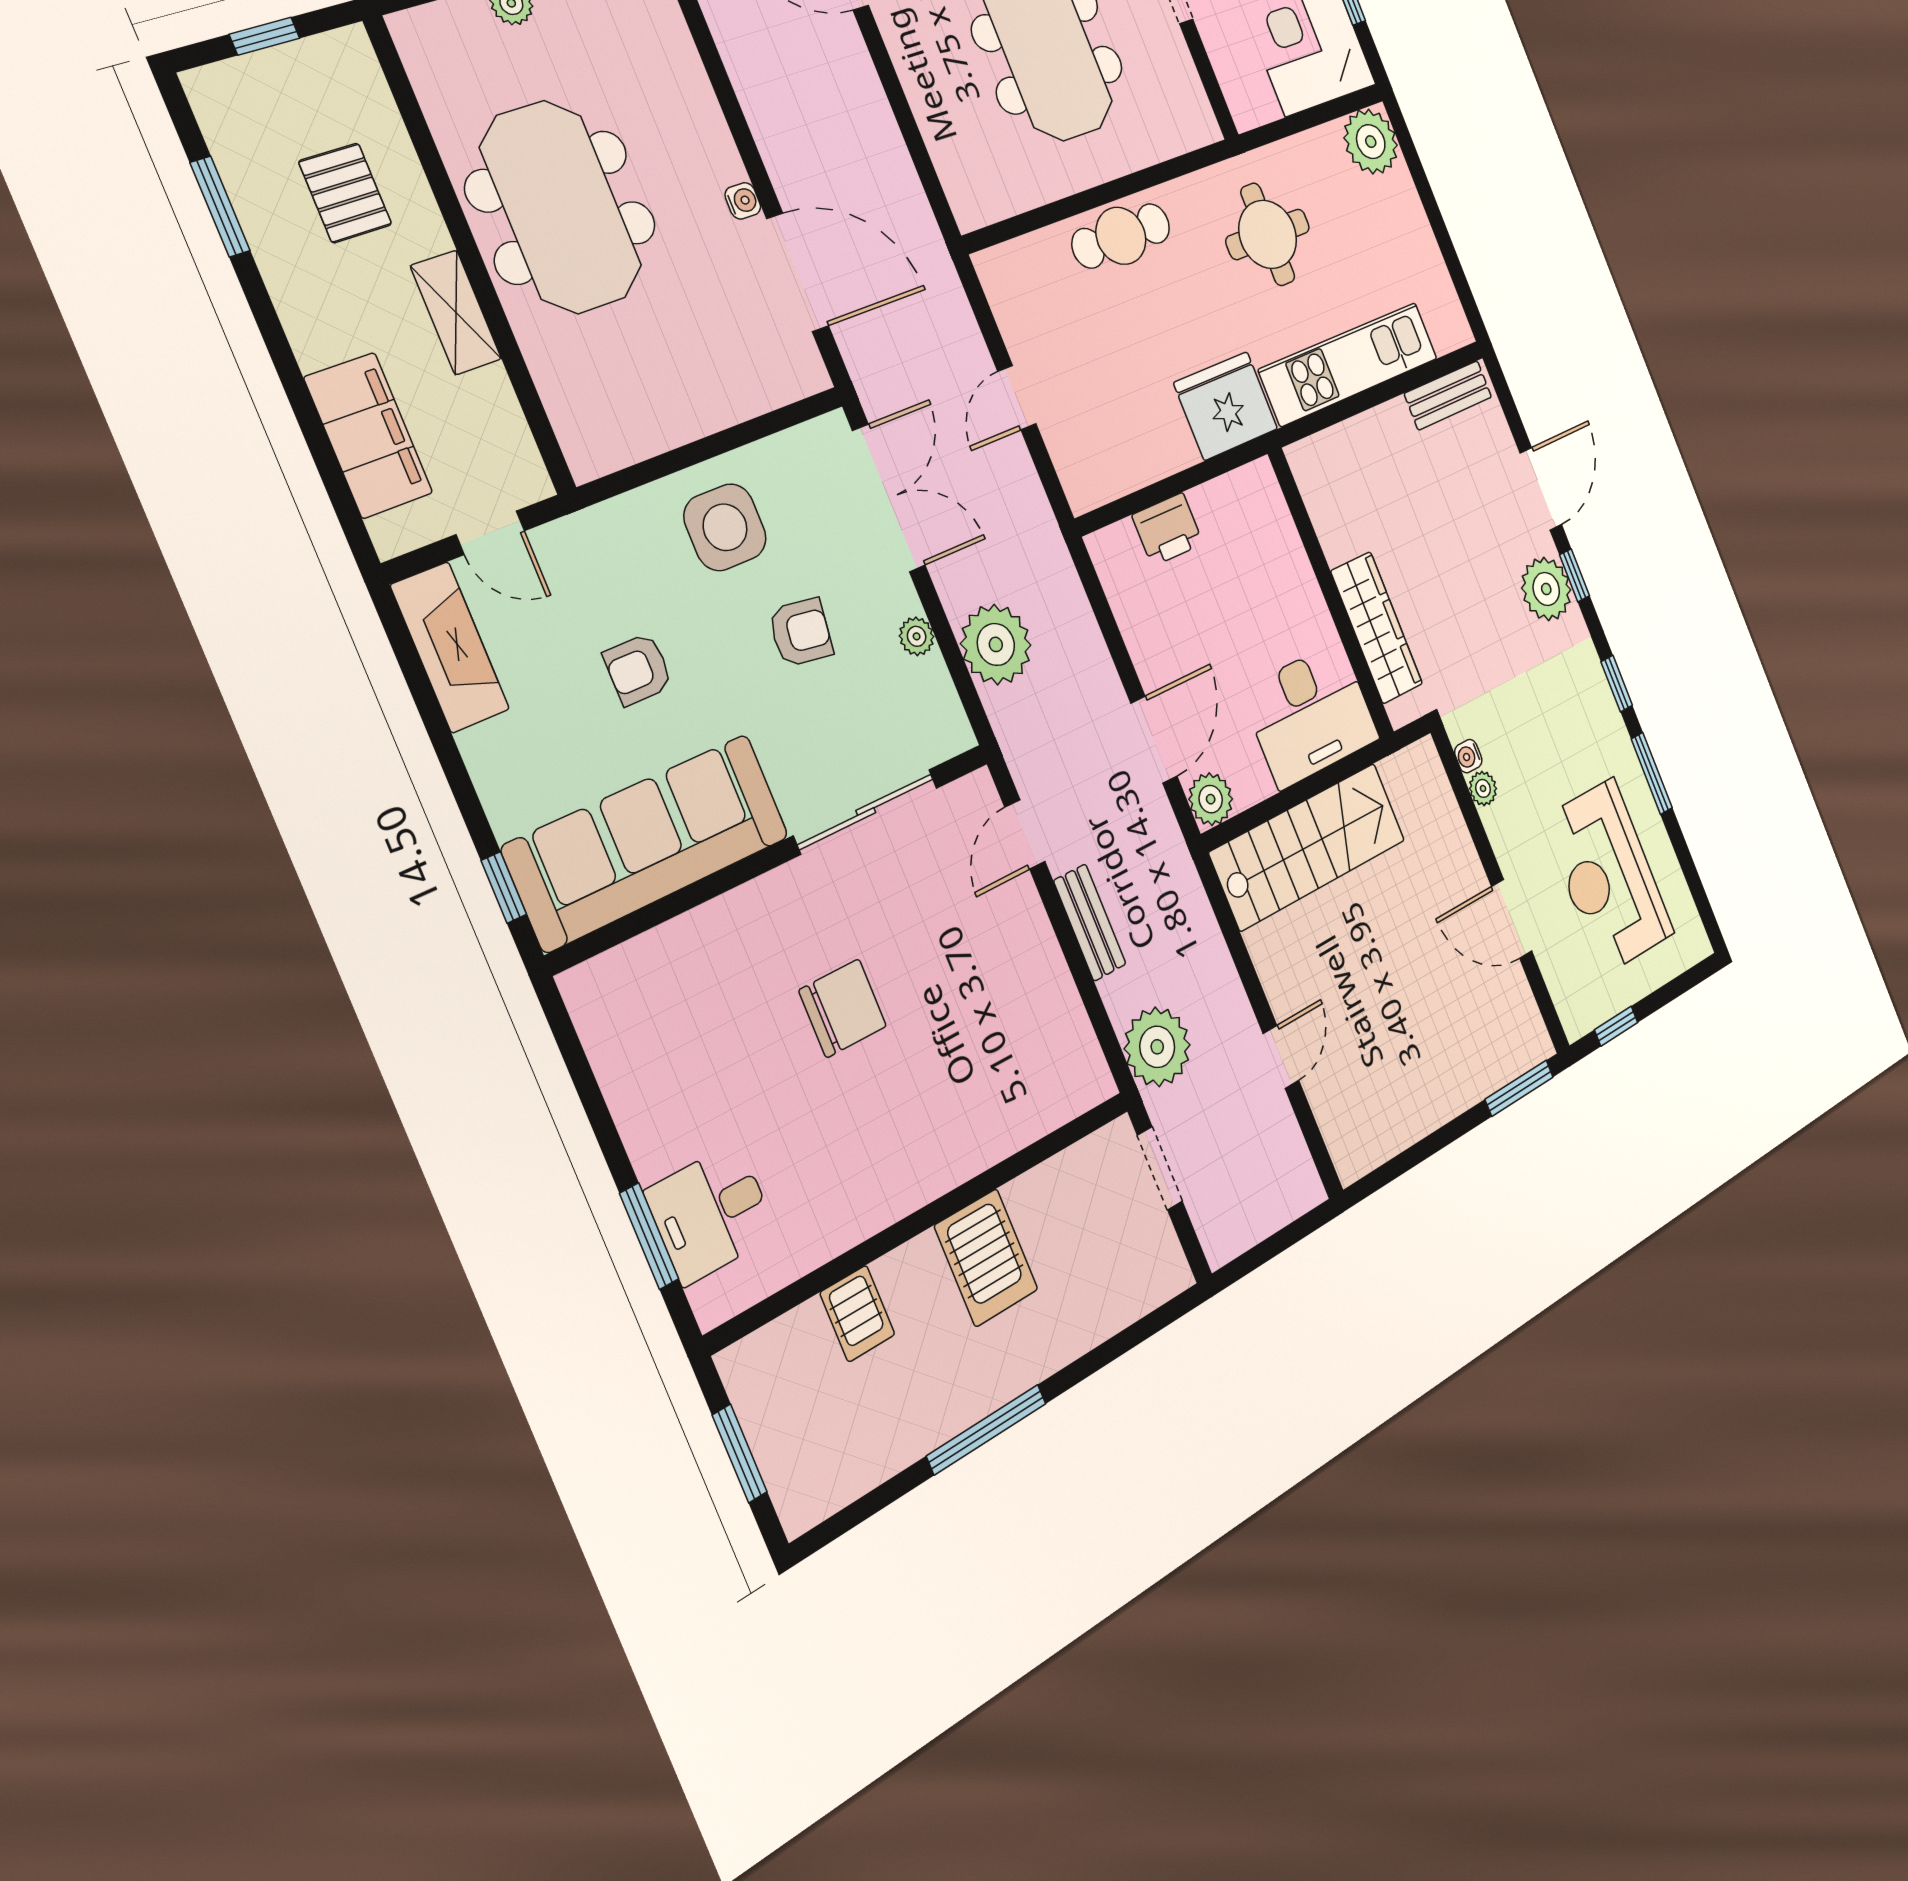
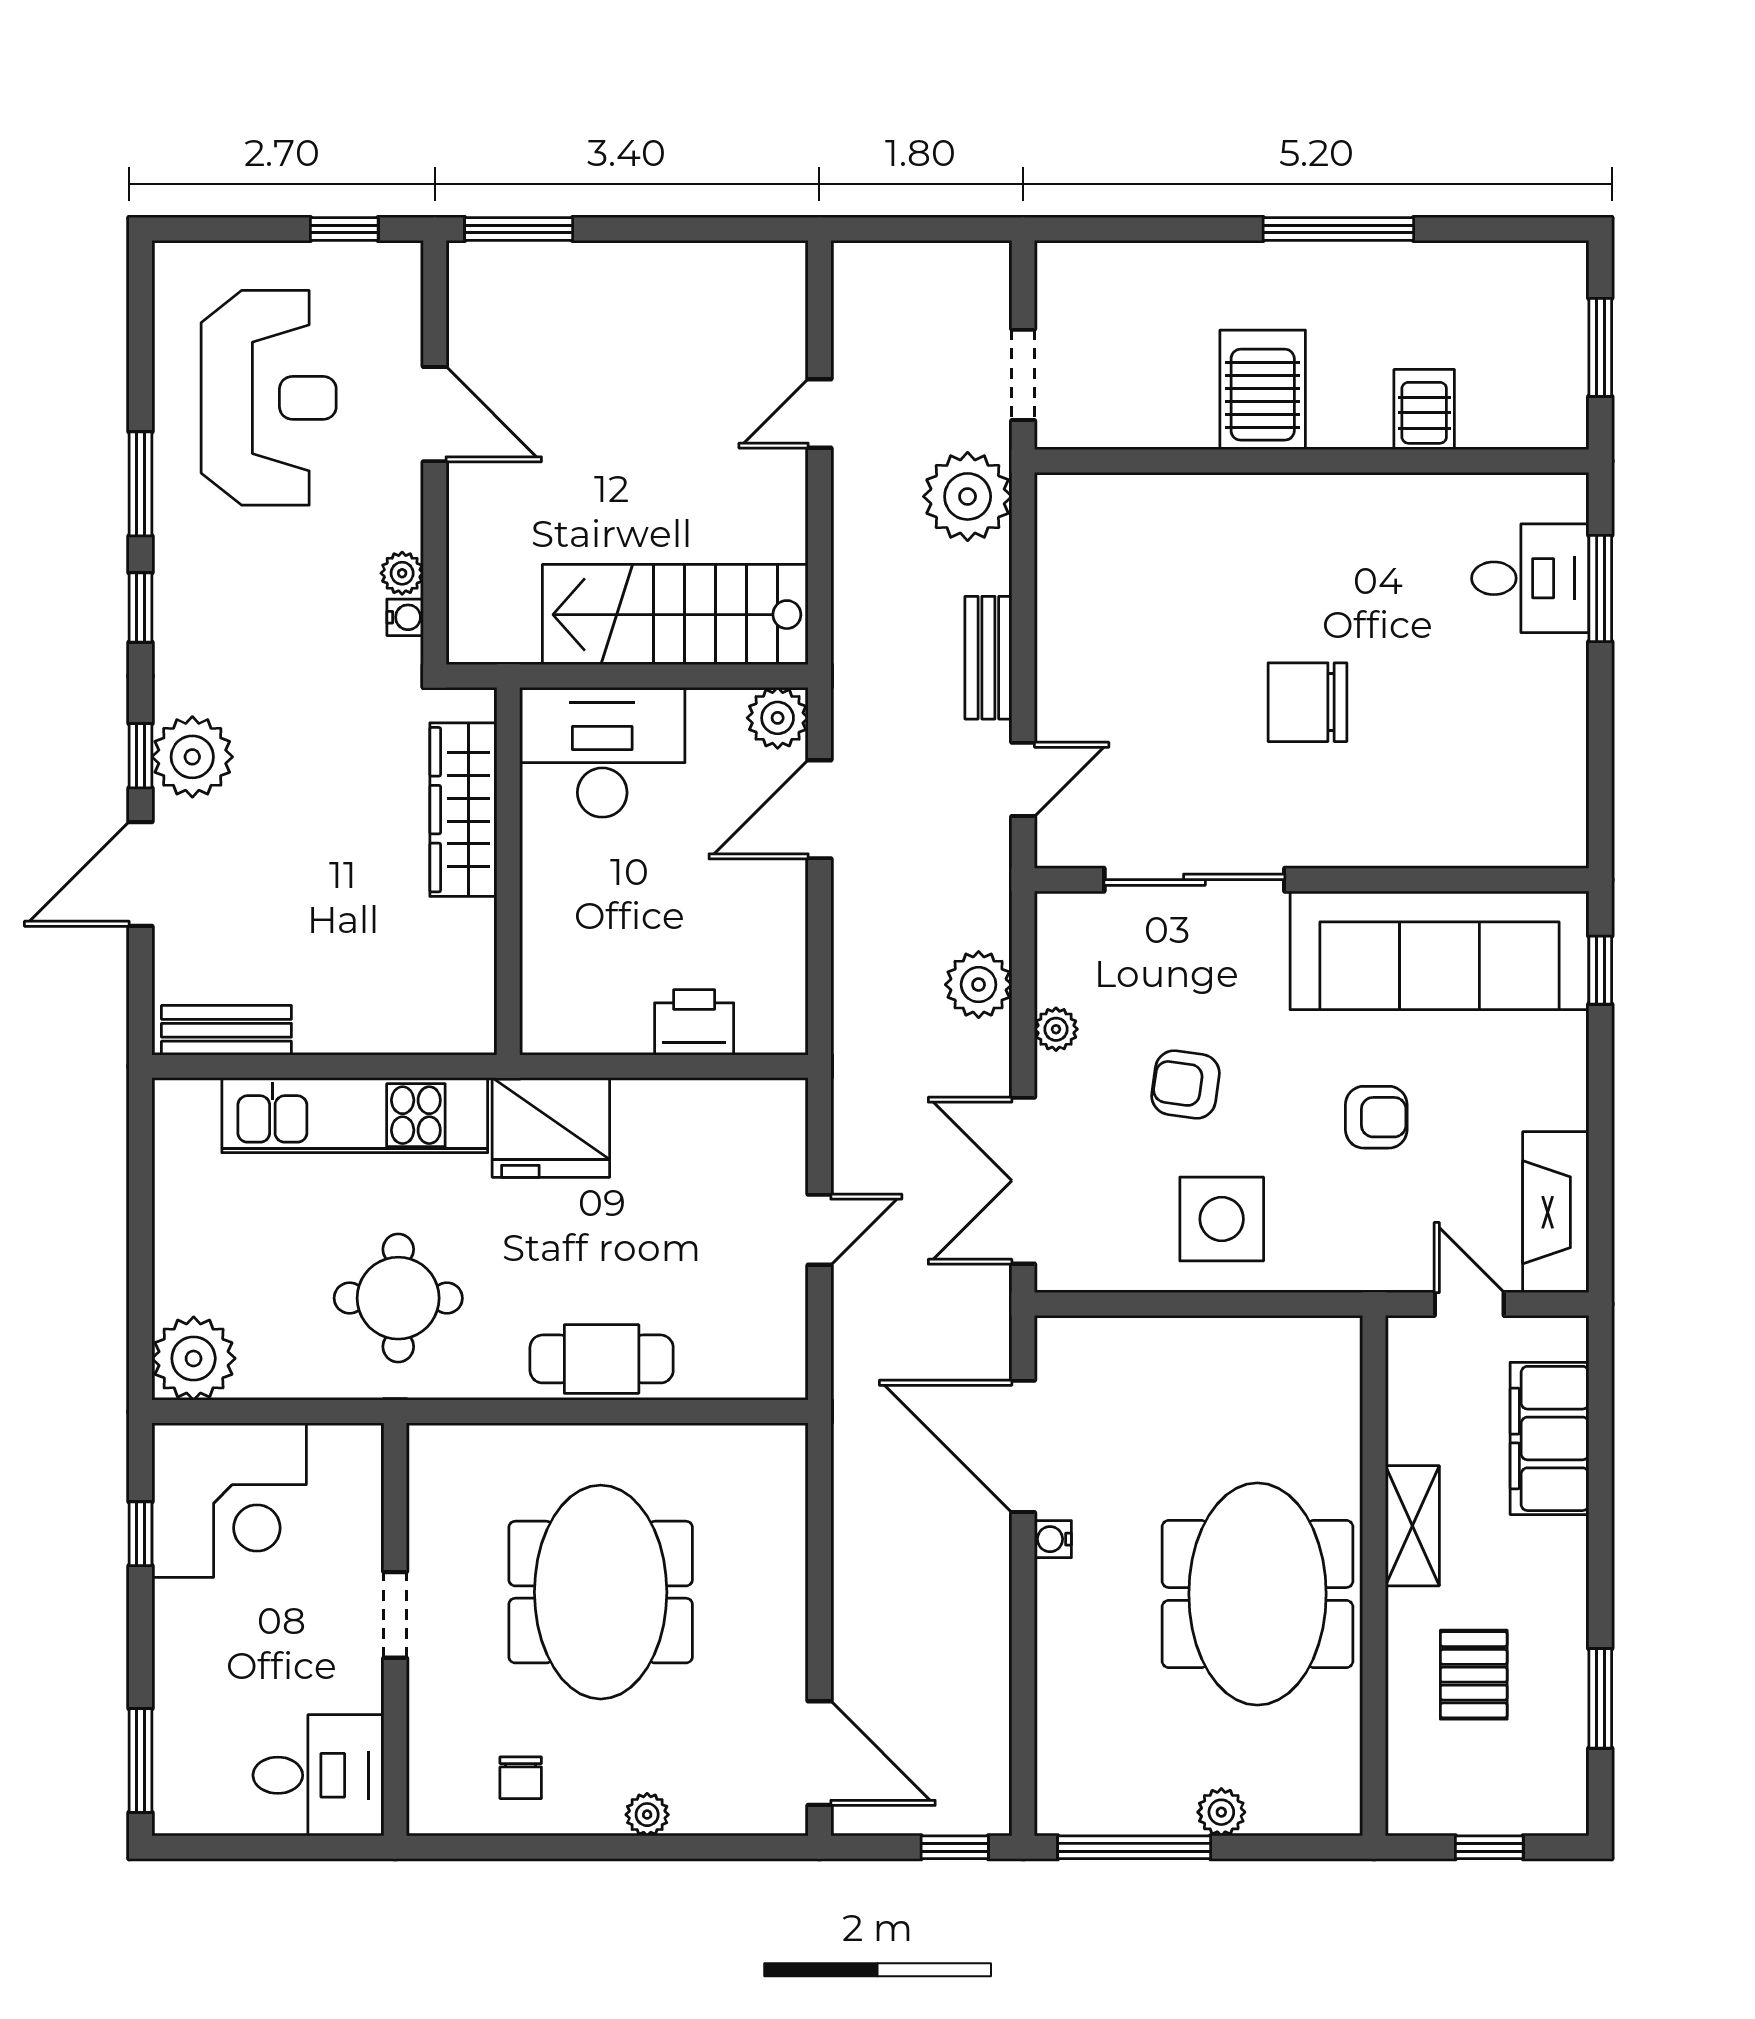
plant: (996, 644) -> (979, 985), width x0.73, depth x0.73

